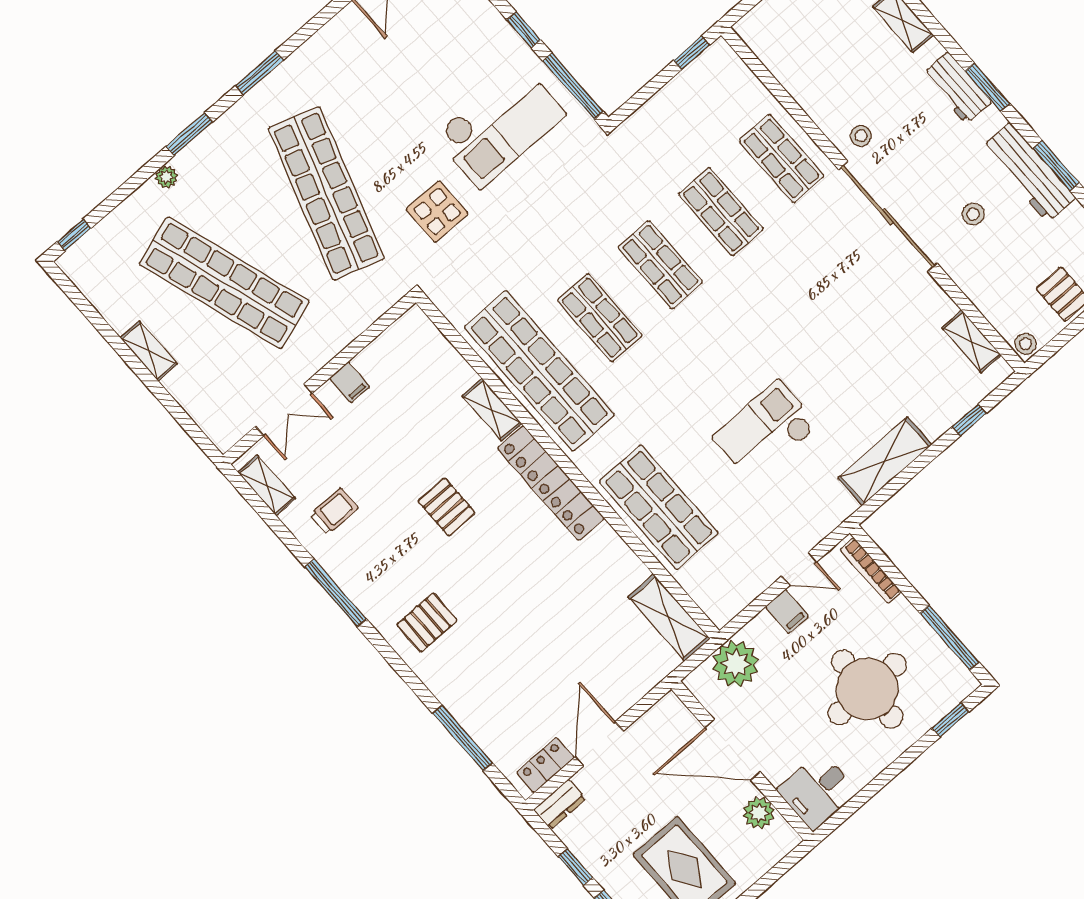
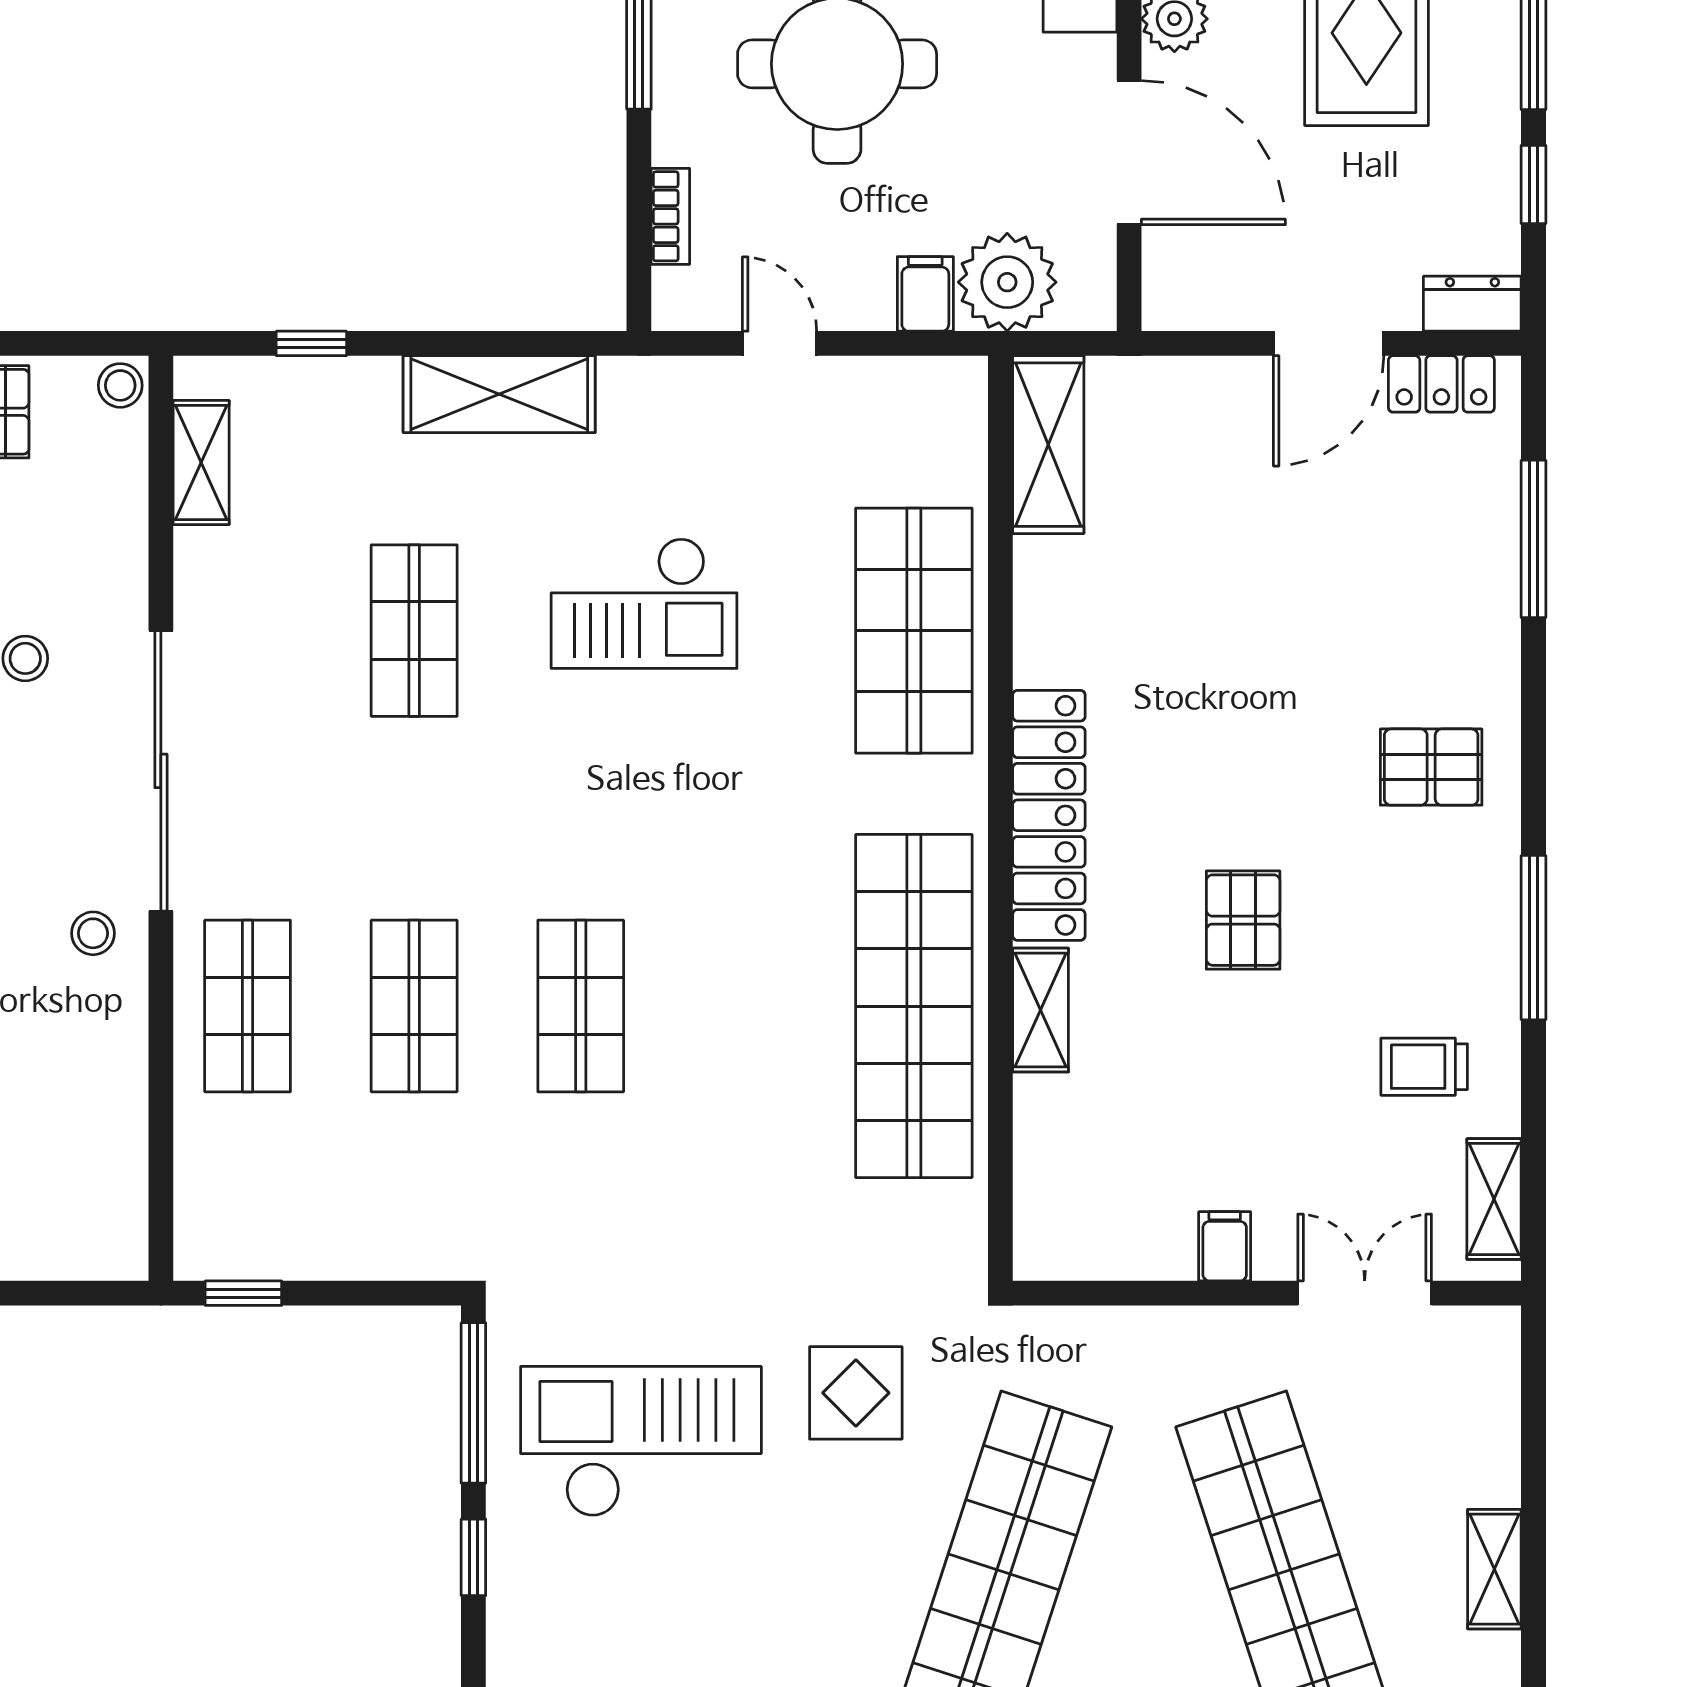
shop shelf: (600, 318) -> (414, 631), moved
bookcase: (871, 571) -> (670, 216), width x0.64
filing cabinet: (787, 611) -> (925, 294), moved

